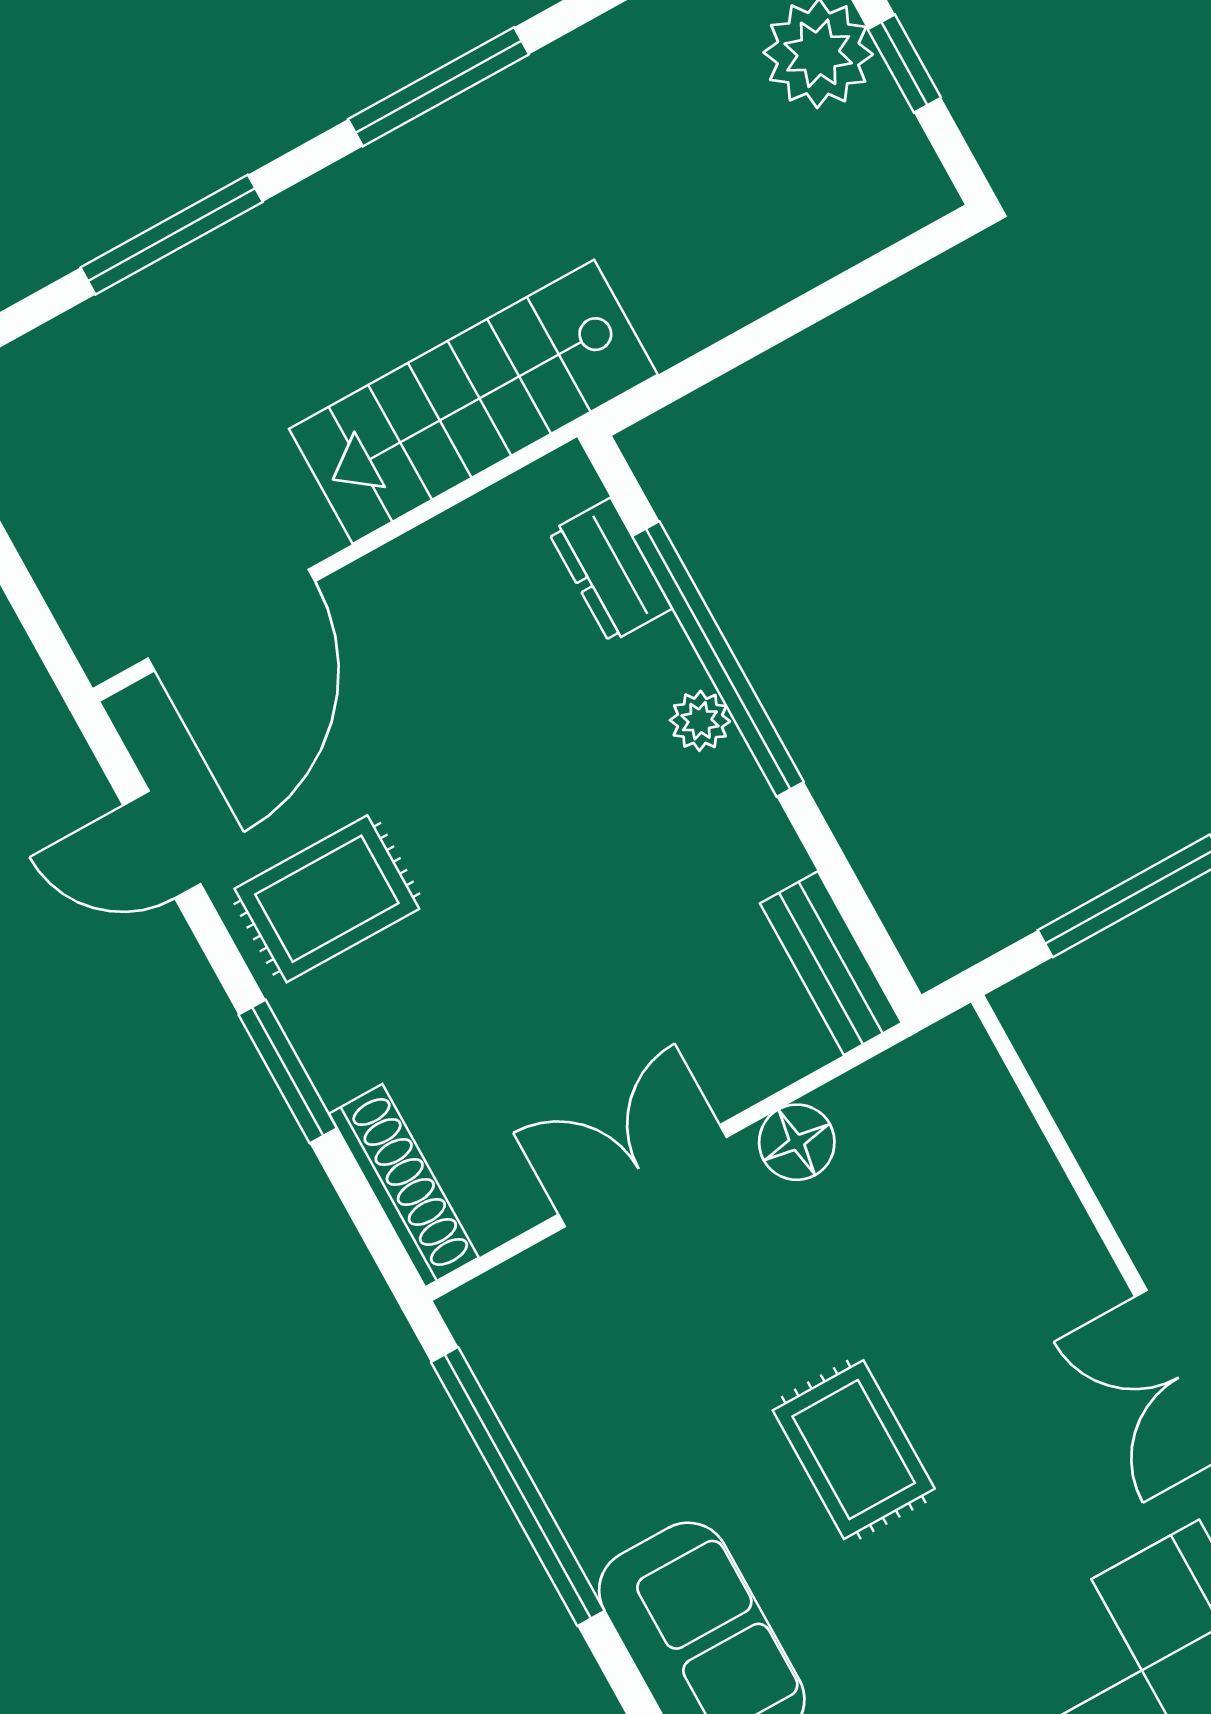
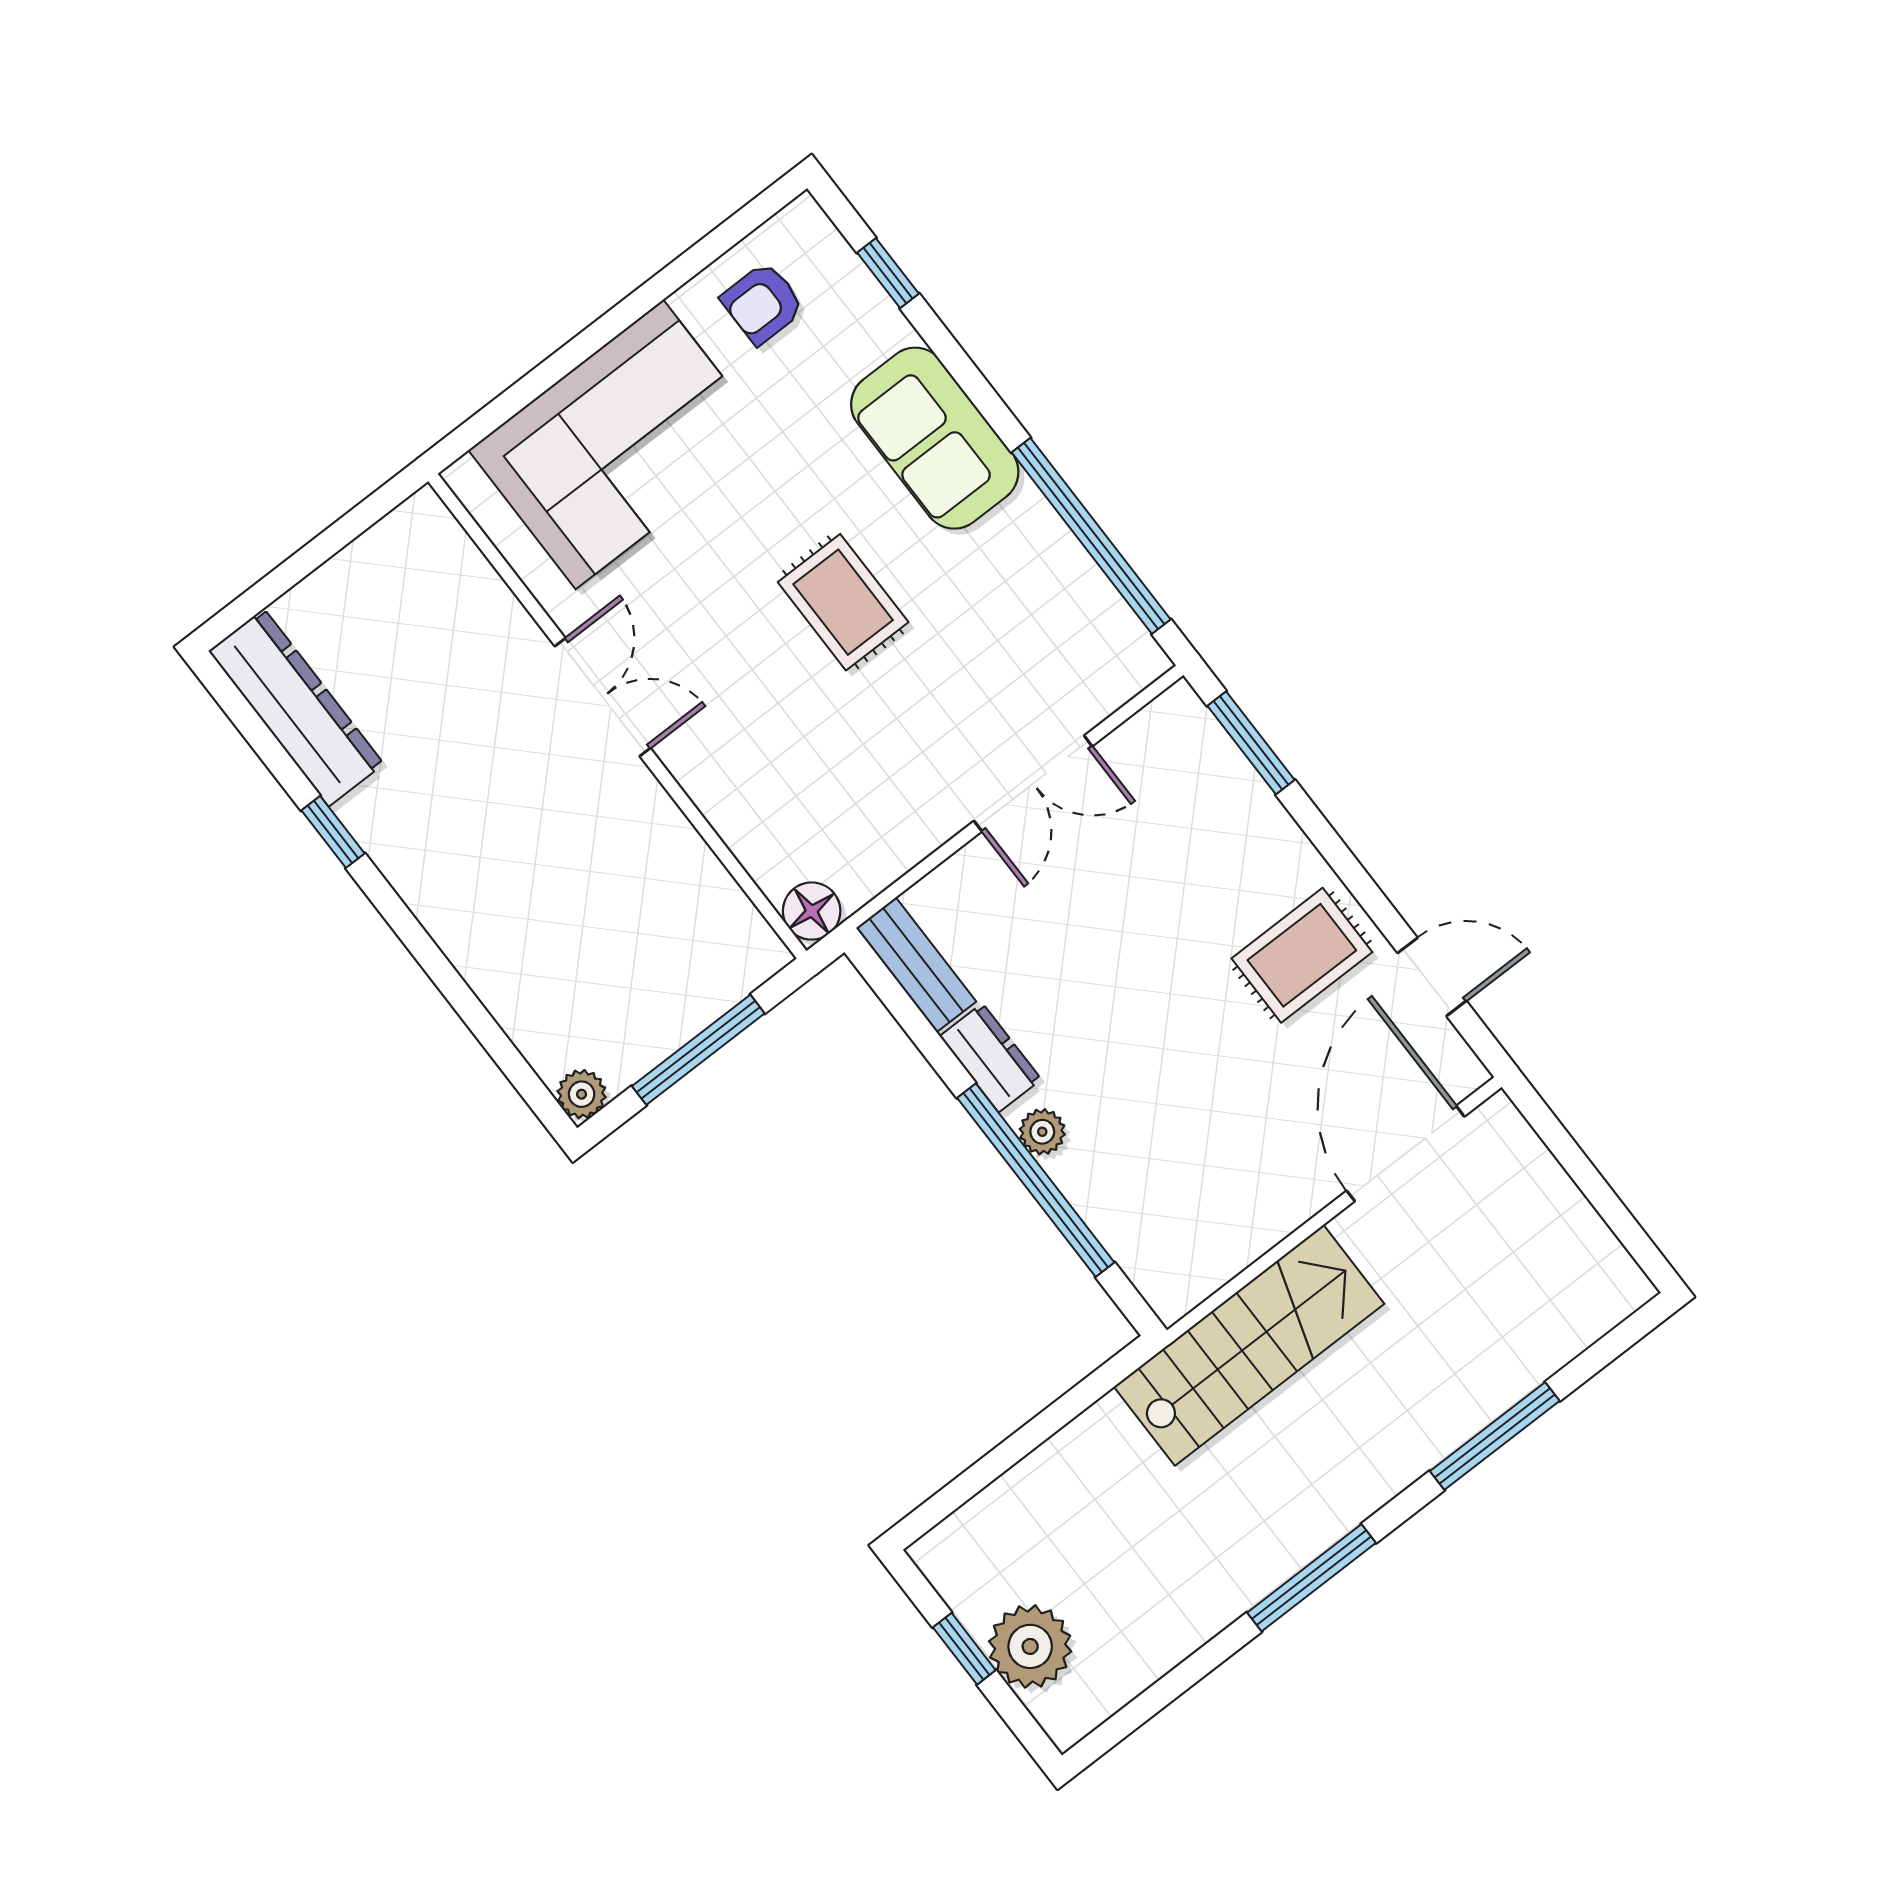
dresser: (610, 570) -> (990, 1058), moved
window: (288, 1071) -> (1251, 743), moved
floor lamp: (797, 1142) -> (812, 911), moved
shoe rack: (404, 1186) -> (1211, 749), removed

